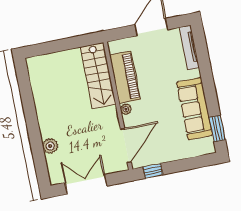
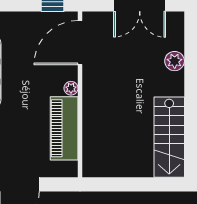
stairs: (98, 76) -> (169, 137), moved, turned 180

